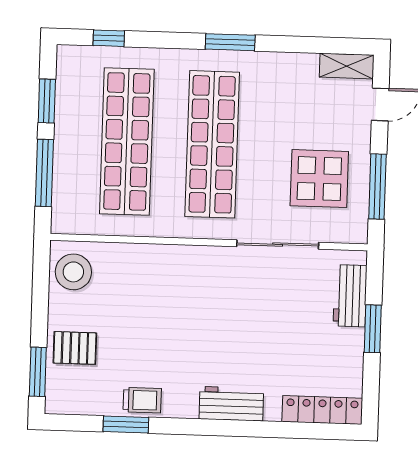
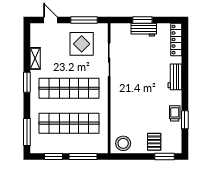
window: (109, 38) -> (27, 132), width x2.17
shelving: (347, 66) -> (35, 58), moved
workbench: (350, 296) -> (144, 30), moved

